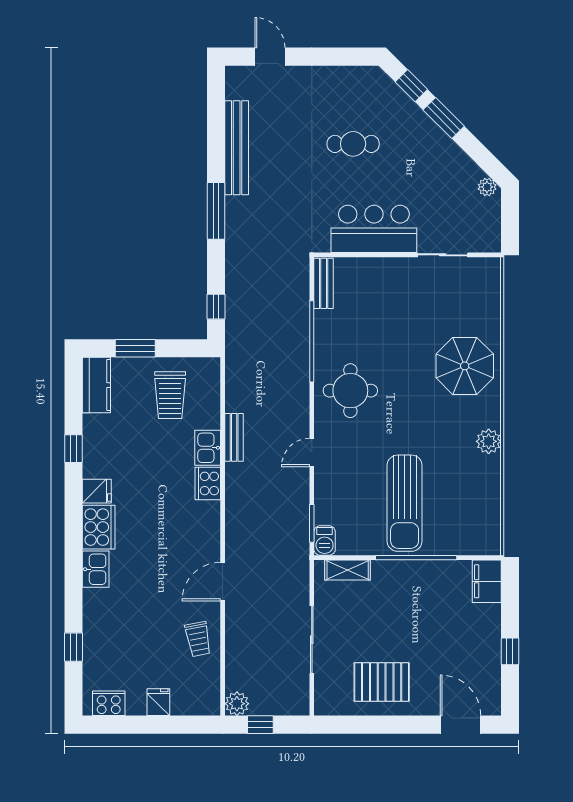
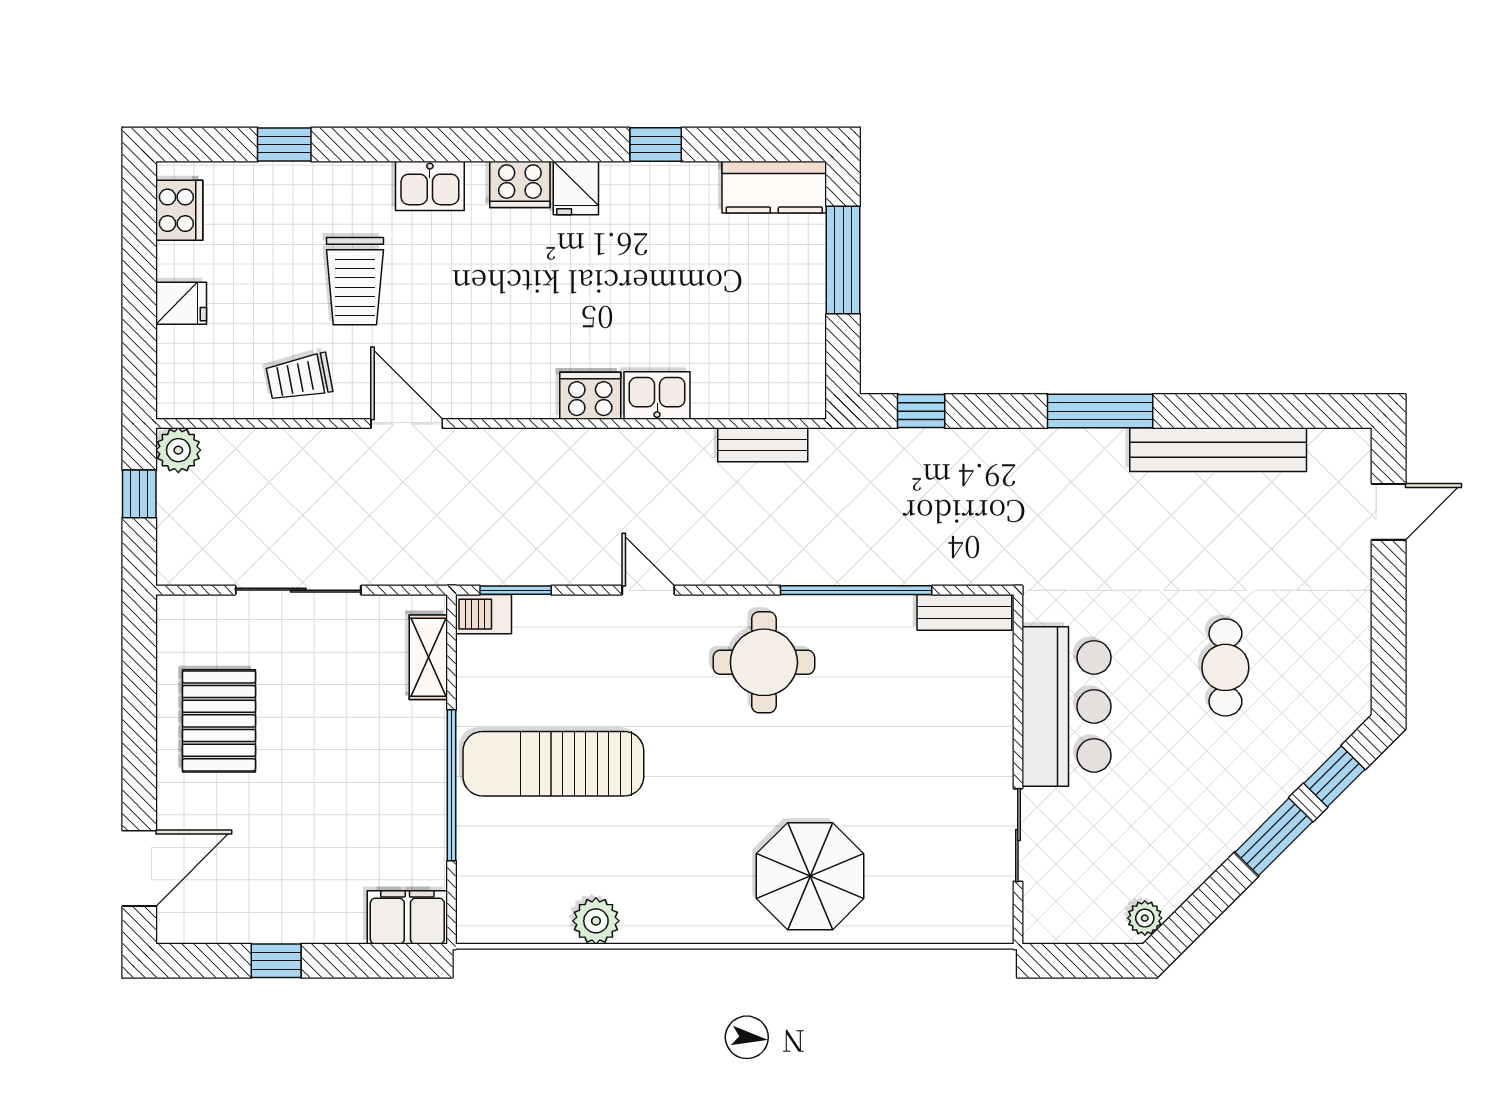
window: (135, 348) -> (843, 260), width x1.44
trolley: (170, 395) -> (355, 281), moved, turned -90
bench: (234, 437) -> (763, 445), moved
plant: (489, 441) -> (596, 921), moved
cooker: (99, 527) -> (520, 184), width x0.73, depth x0.76

